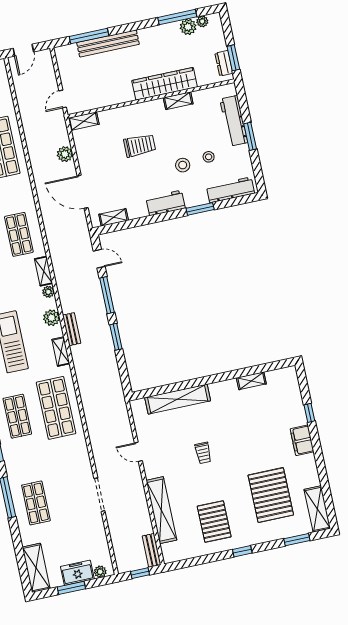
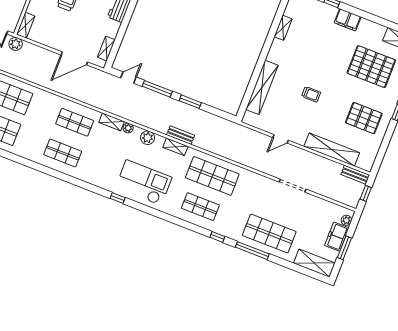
plant: (65, 154) -> (16, 44), moved
bench: (72, 329) -> (181, 135), moved
shop shelf: (36, 503) -> (269, 233), width x1.43, depth x1.36

